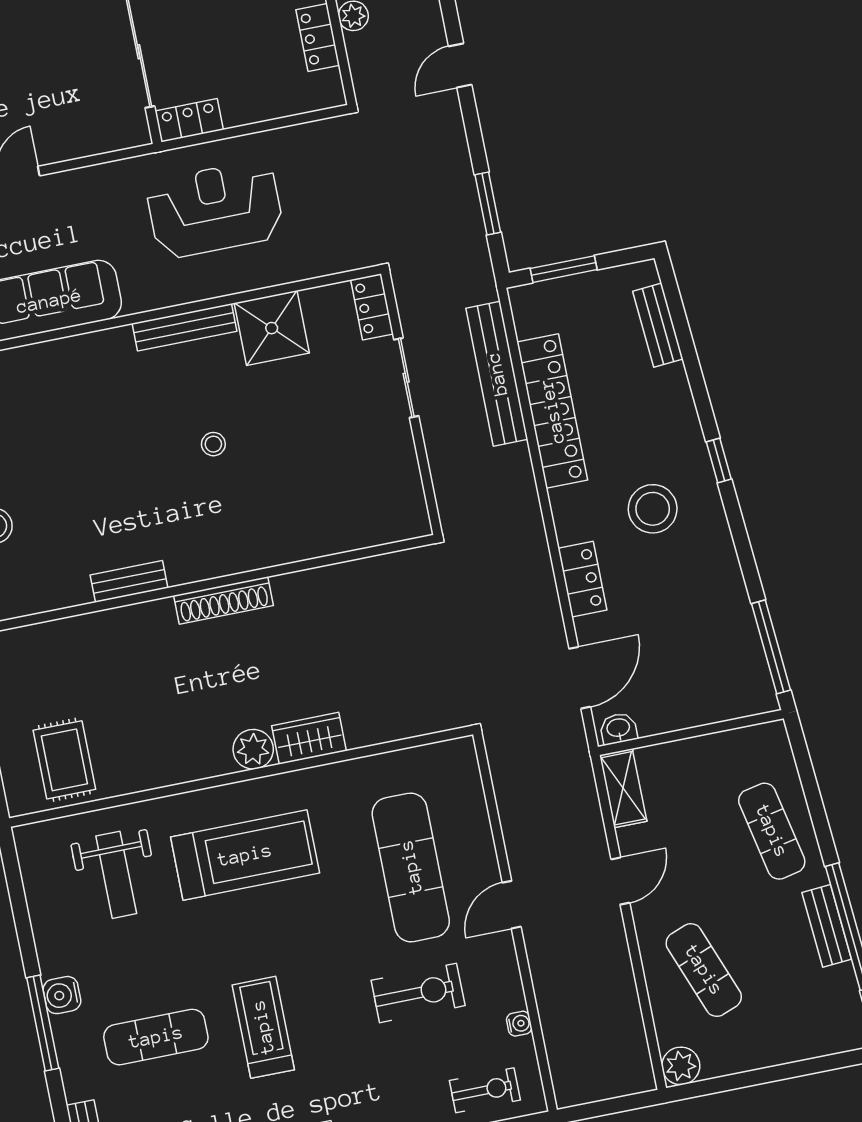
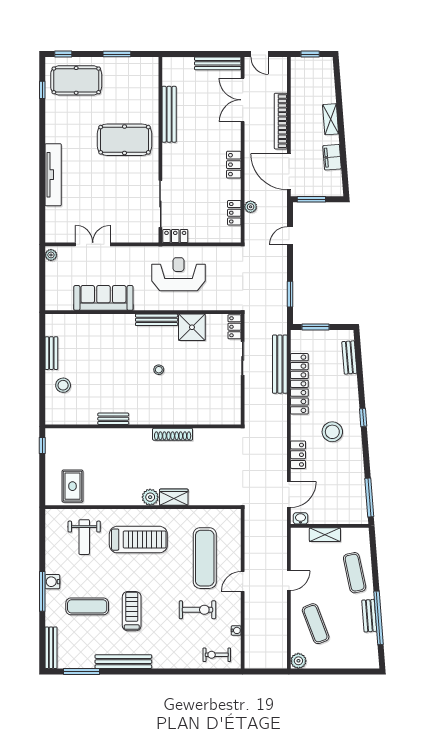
shoe rack: (223, 600) -> (173, 434), moved
shelving: (623, 788) -> (325, 535), moved, turned 90
exercise bike: (485, 1090) -> (217, 655), turned 180

